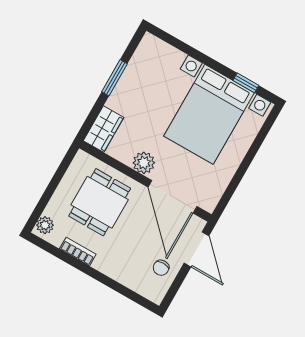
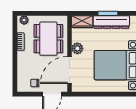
dresser: (132, 80) -> (111, 22), added
dining table: (100, 202) -> (48, 39), width x1.38

